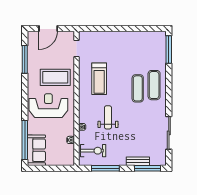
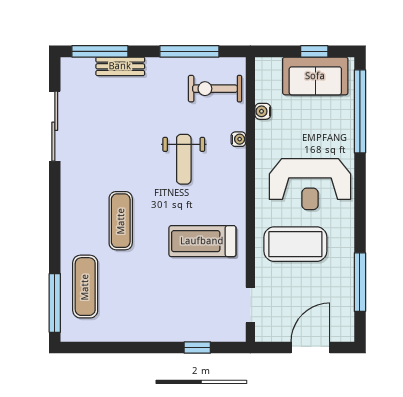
window: (102, 29) -> (197, 348), added
treadmill: (99, 79) -> (202, 241), turned -90
exercise mat: (154, 85) -> (85, 287), moved
sofa: (36, 150) -> (315, 76), moved, turned -90
window: (46, 168) -> (314, 51), added

